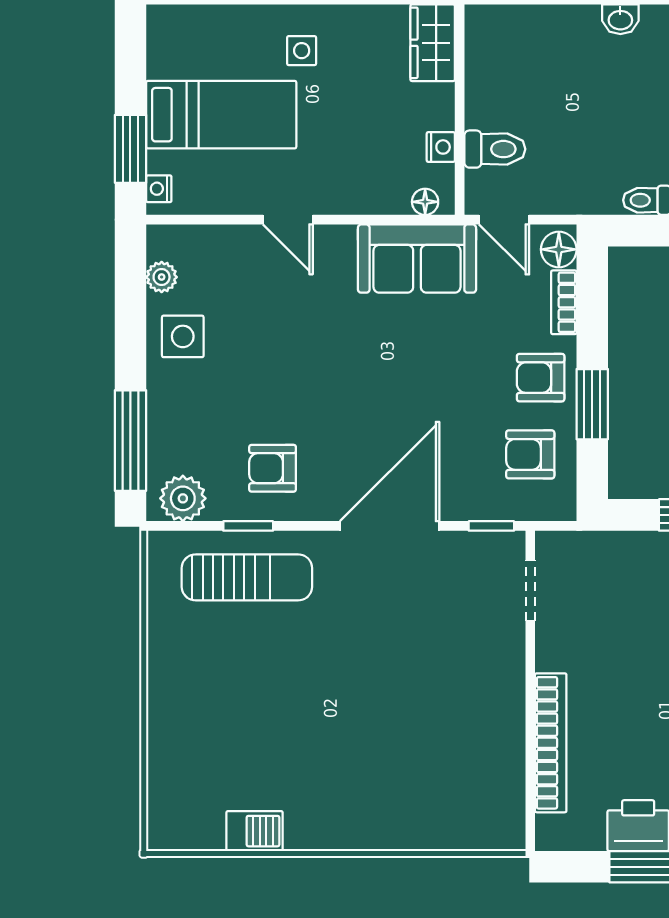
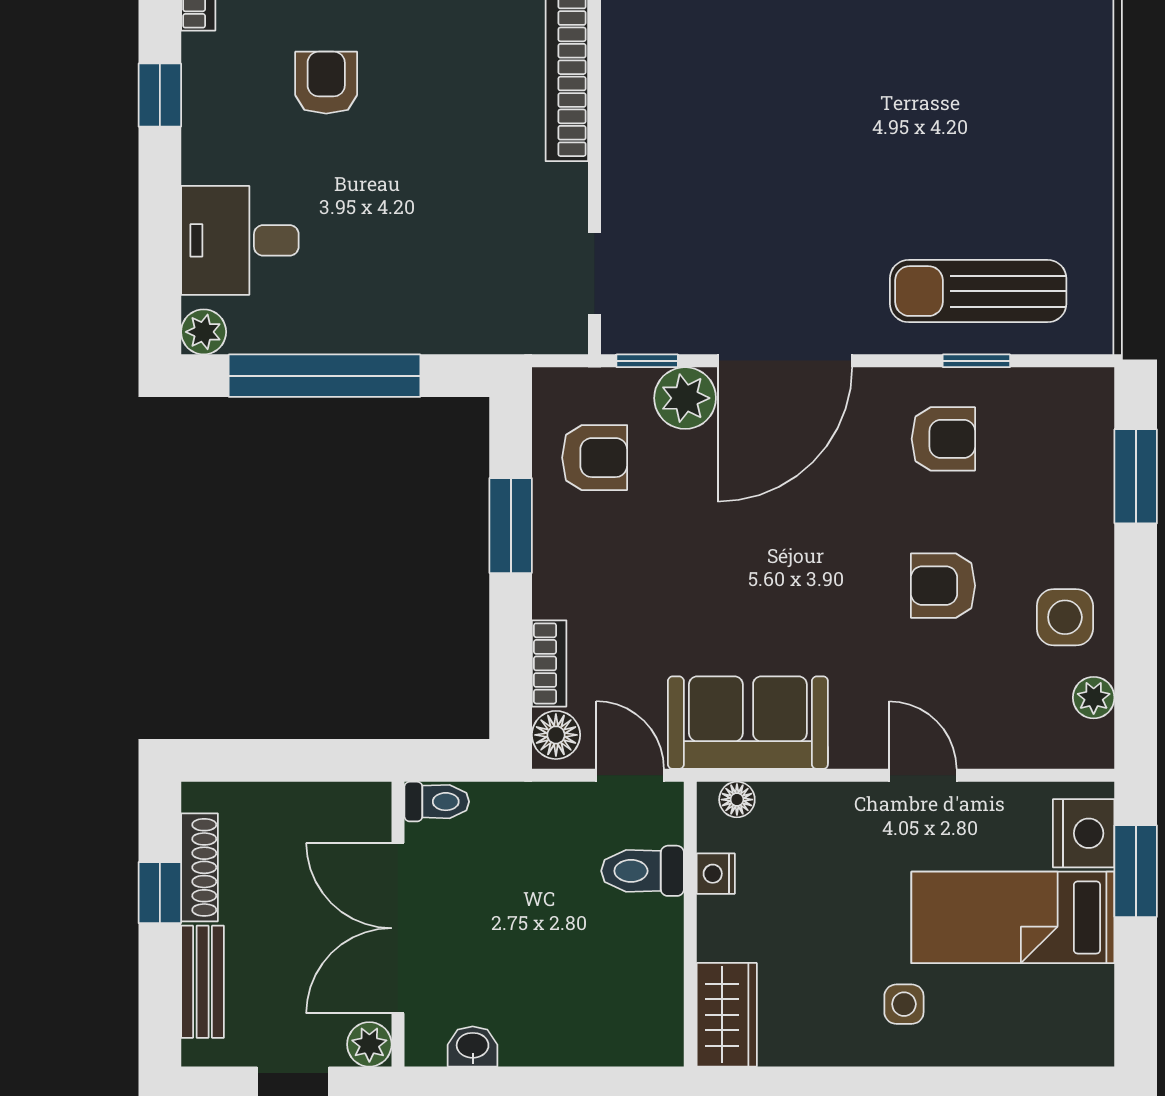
nightstand: (159, 189) -> (1084, 833), width x1.89, depth x1.79
armchair: (541, 378) -> (943, 586), moved, turned 180
window: (130, 441) -> (1136, 476), width x0.69
plant: (183, 498) -> (685, 398), moved

